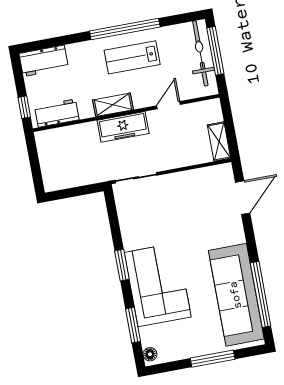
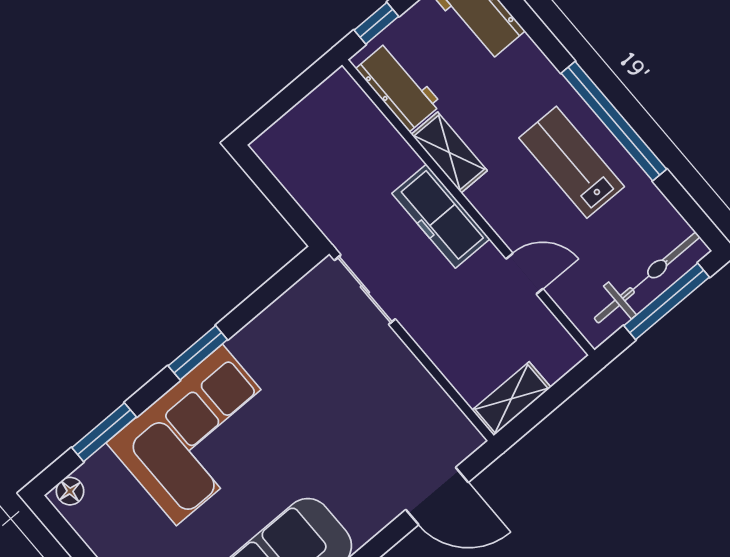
shelving: (113, 105) -> (449, 153), moved

